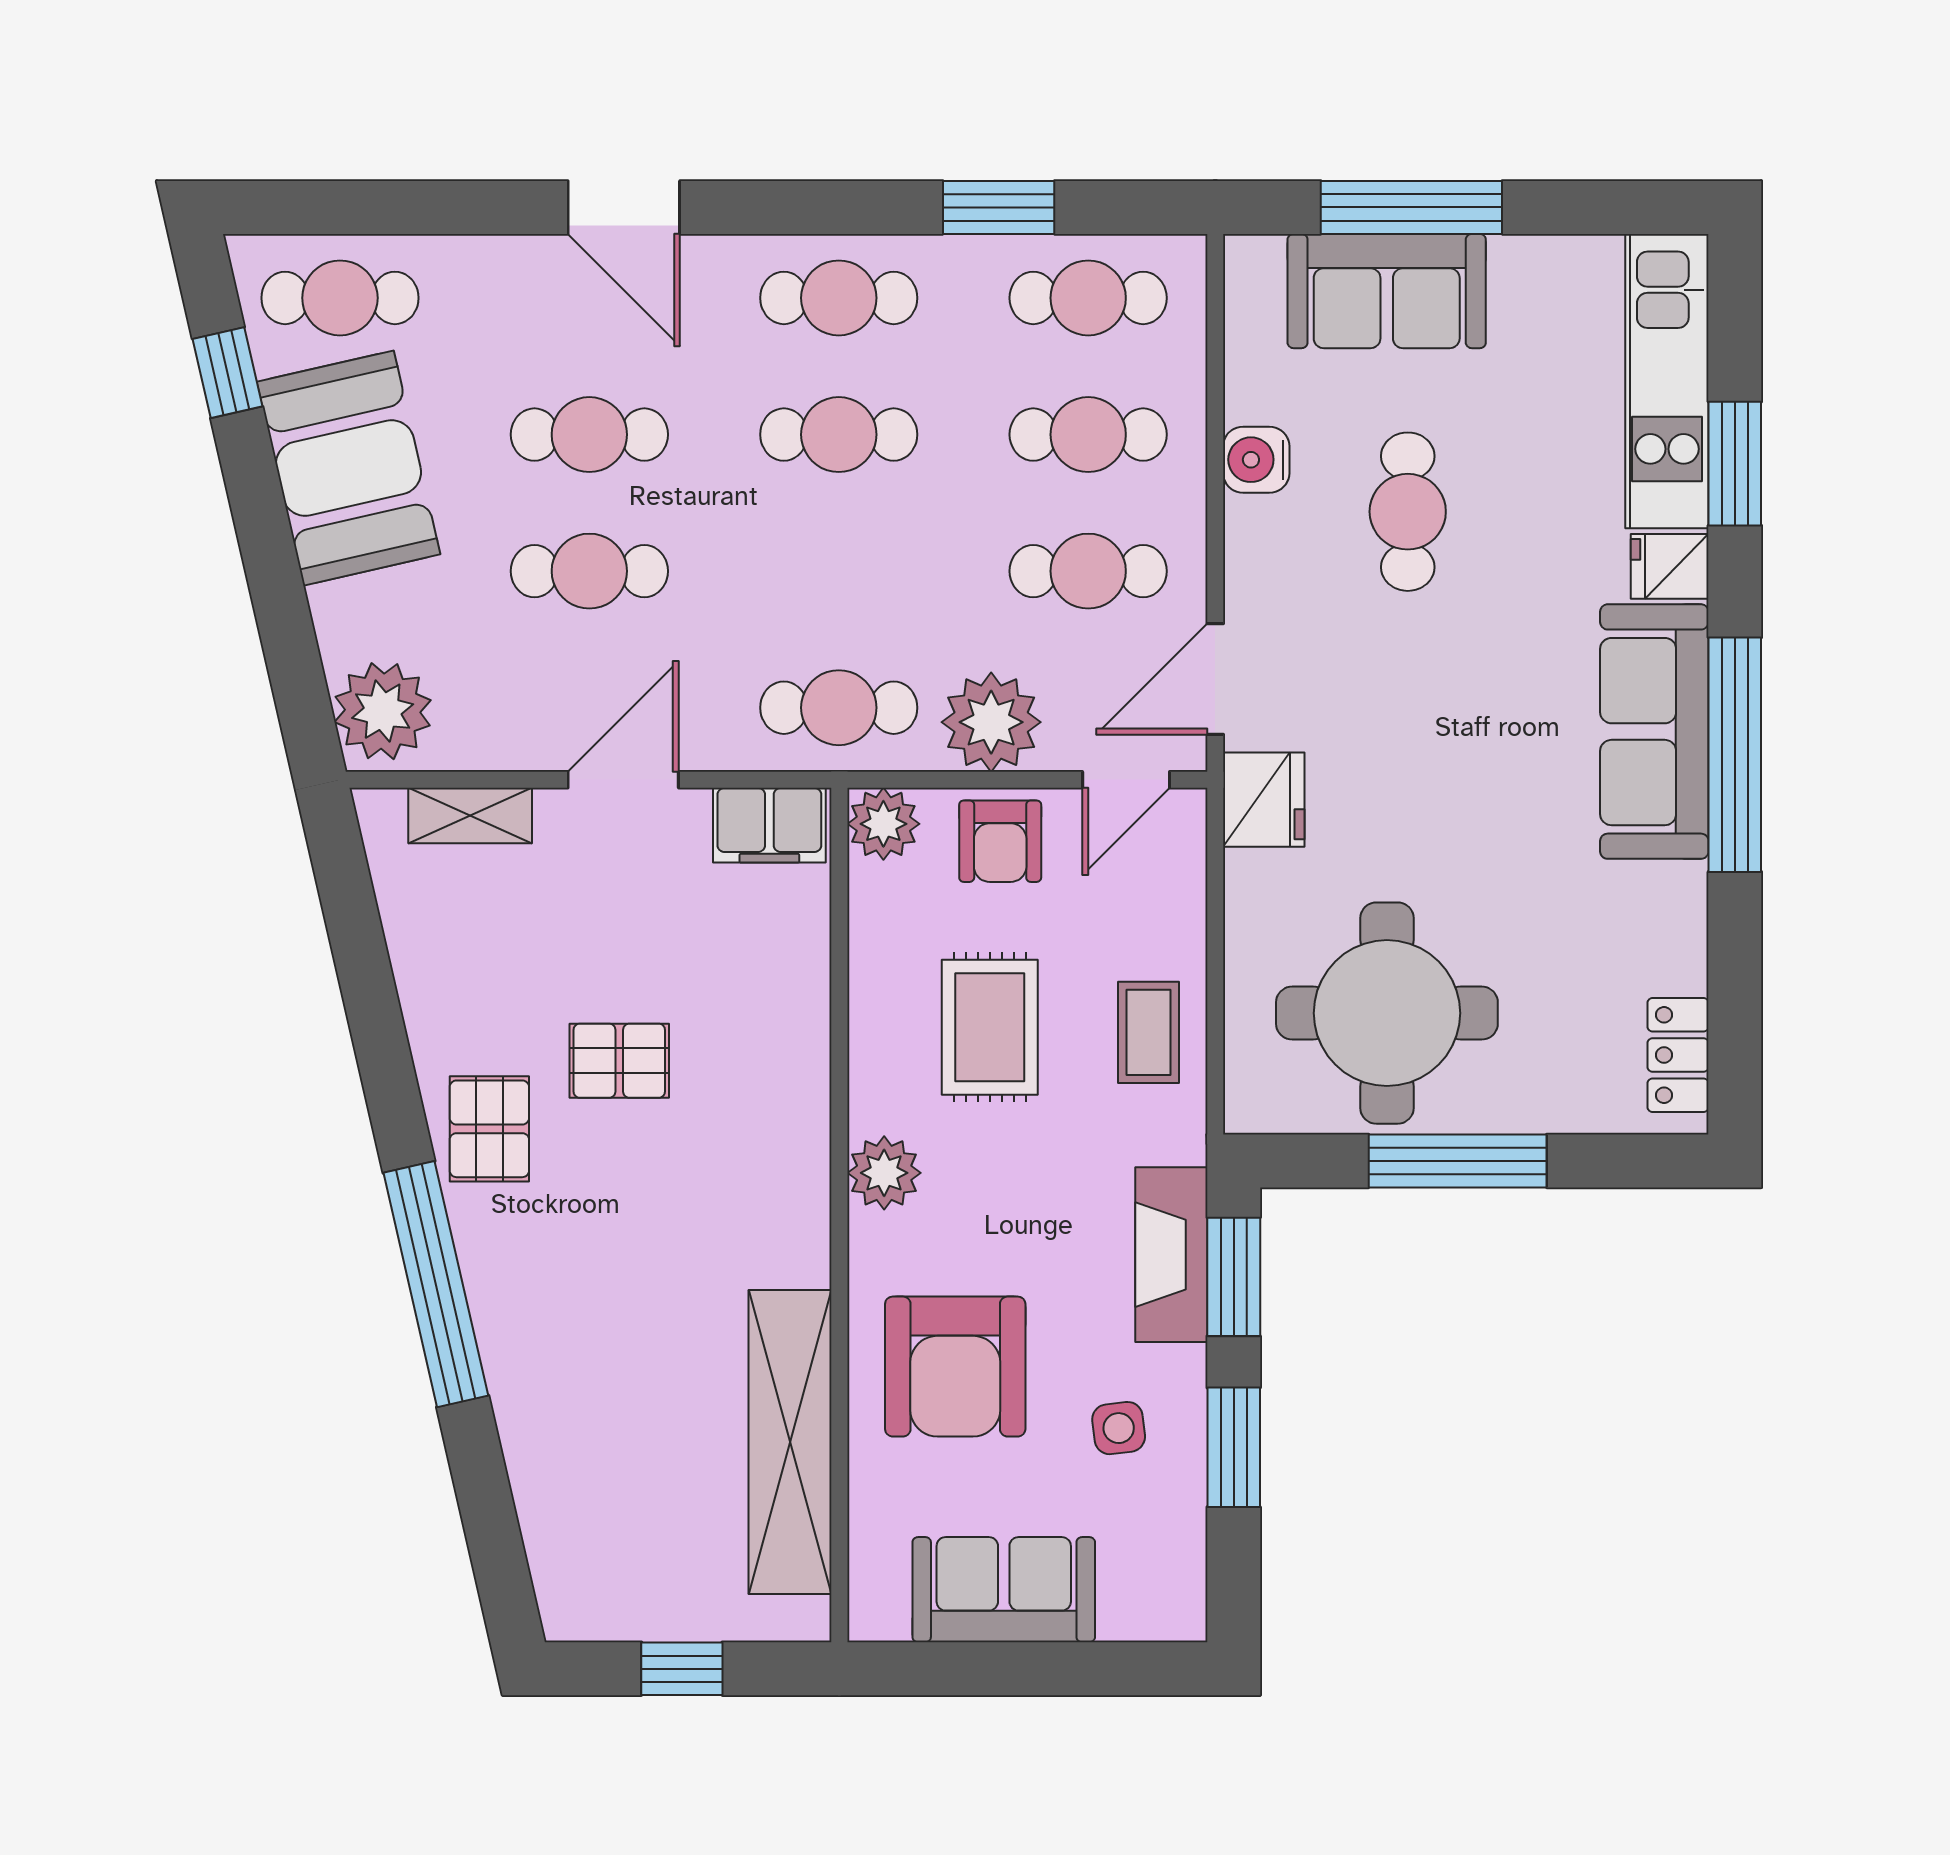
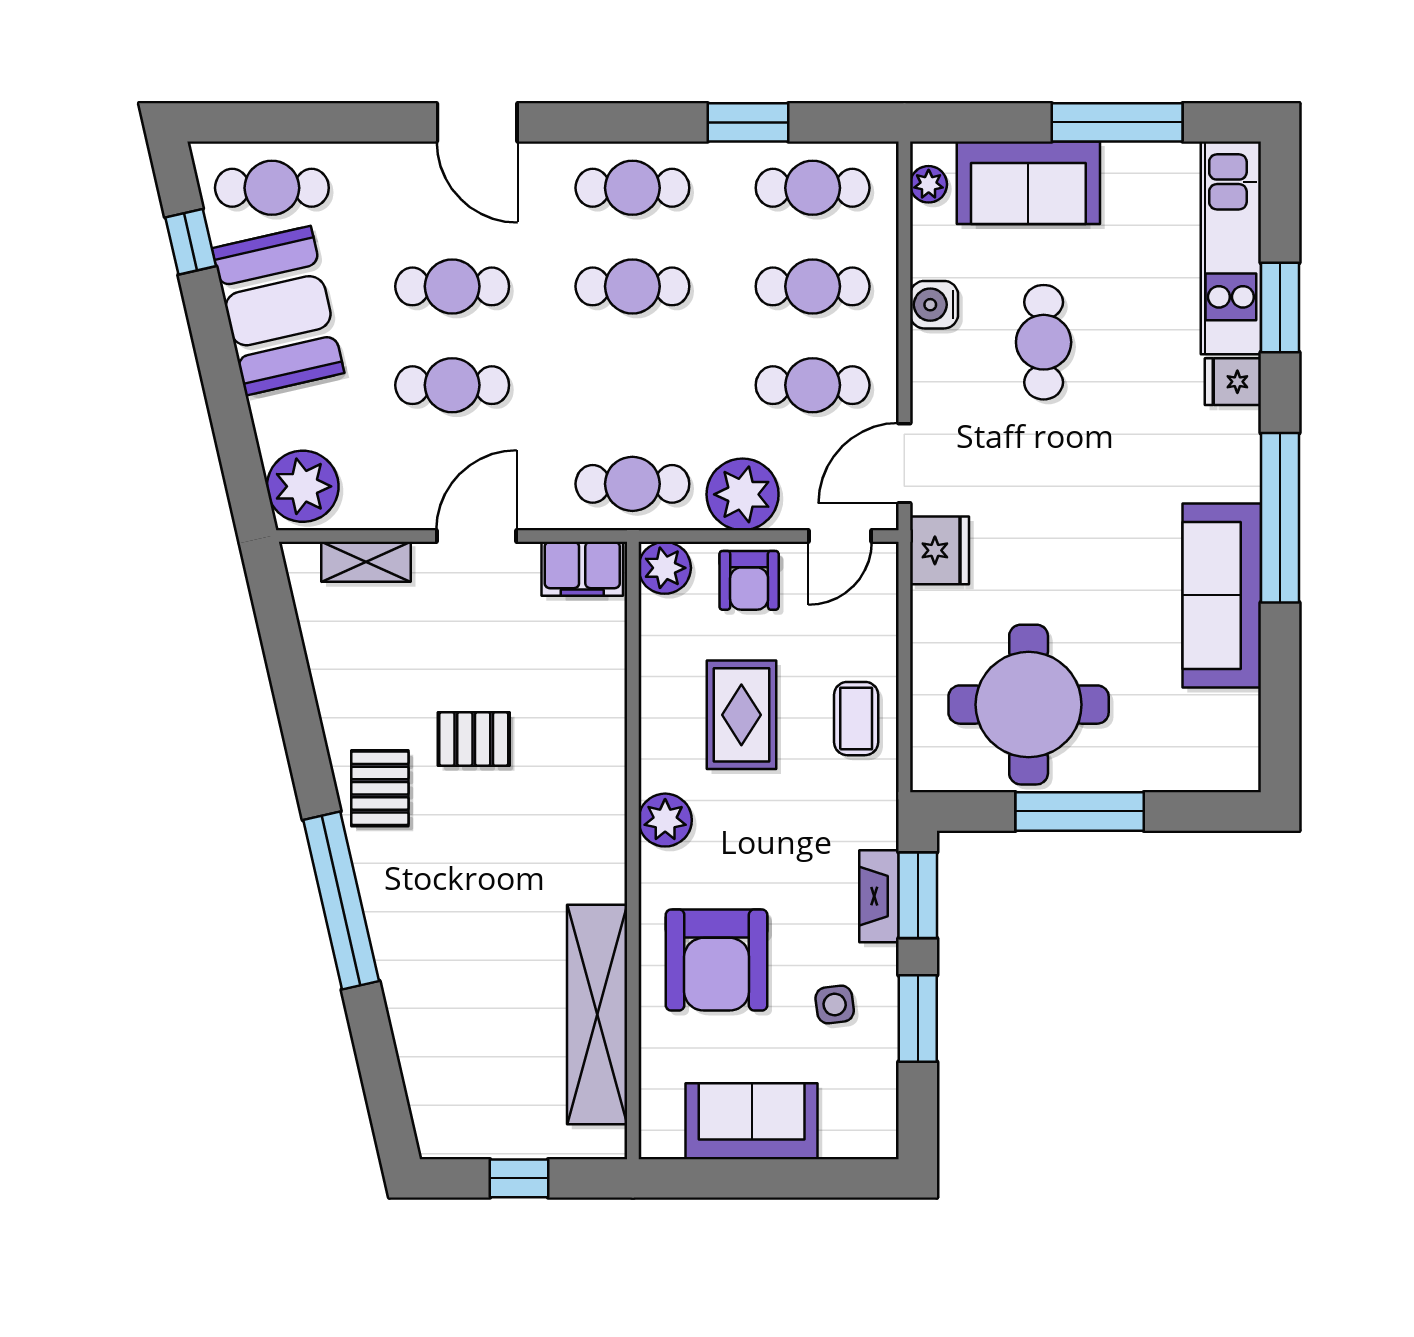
window: (1411, 207) -> (1117, 122), moved
plant: (1249, 293) -> (929, 184), added
sofa: (1654, 732) -> (1222, 595), moved
locker: (1678, 1055) -> (1239, 735), removed
fireplace: (1171, 1255) -> (879, 896), width x0.73, depth x0.76

